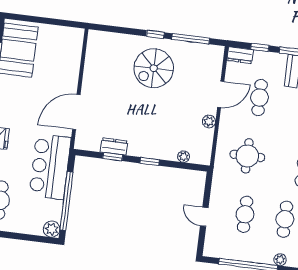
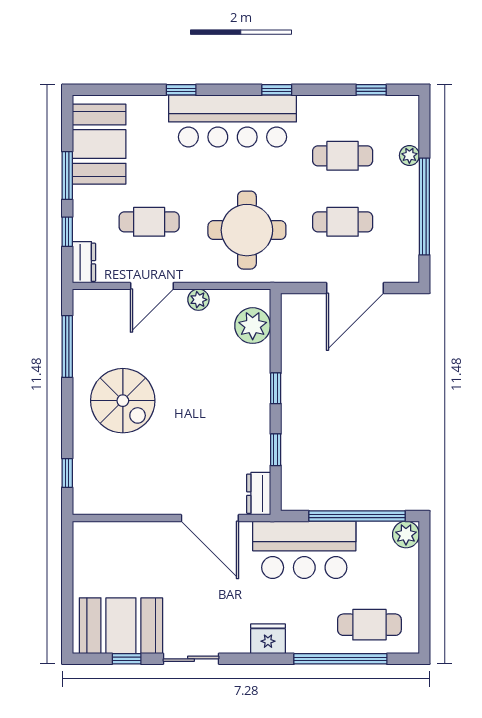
window: (155, 34) -> (67, 473), moved
door: (221, 94) -> (152, 286), swing flipped
dresser: (114, 146) -> (259, 494), moved
round table: (247, 156) -> (247, 230), width x1.36, depth x1.36
plant: (184, 157) -> (253, 326), width x1.88, depth x1.88
door: (204, 217) -> (355, 288), width x1.87

